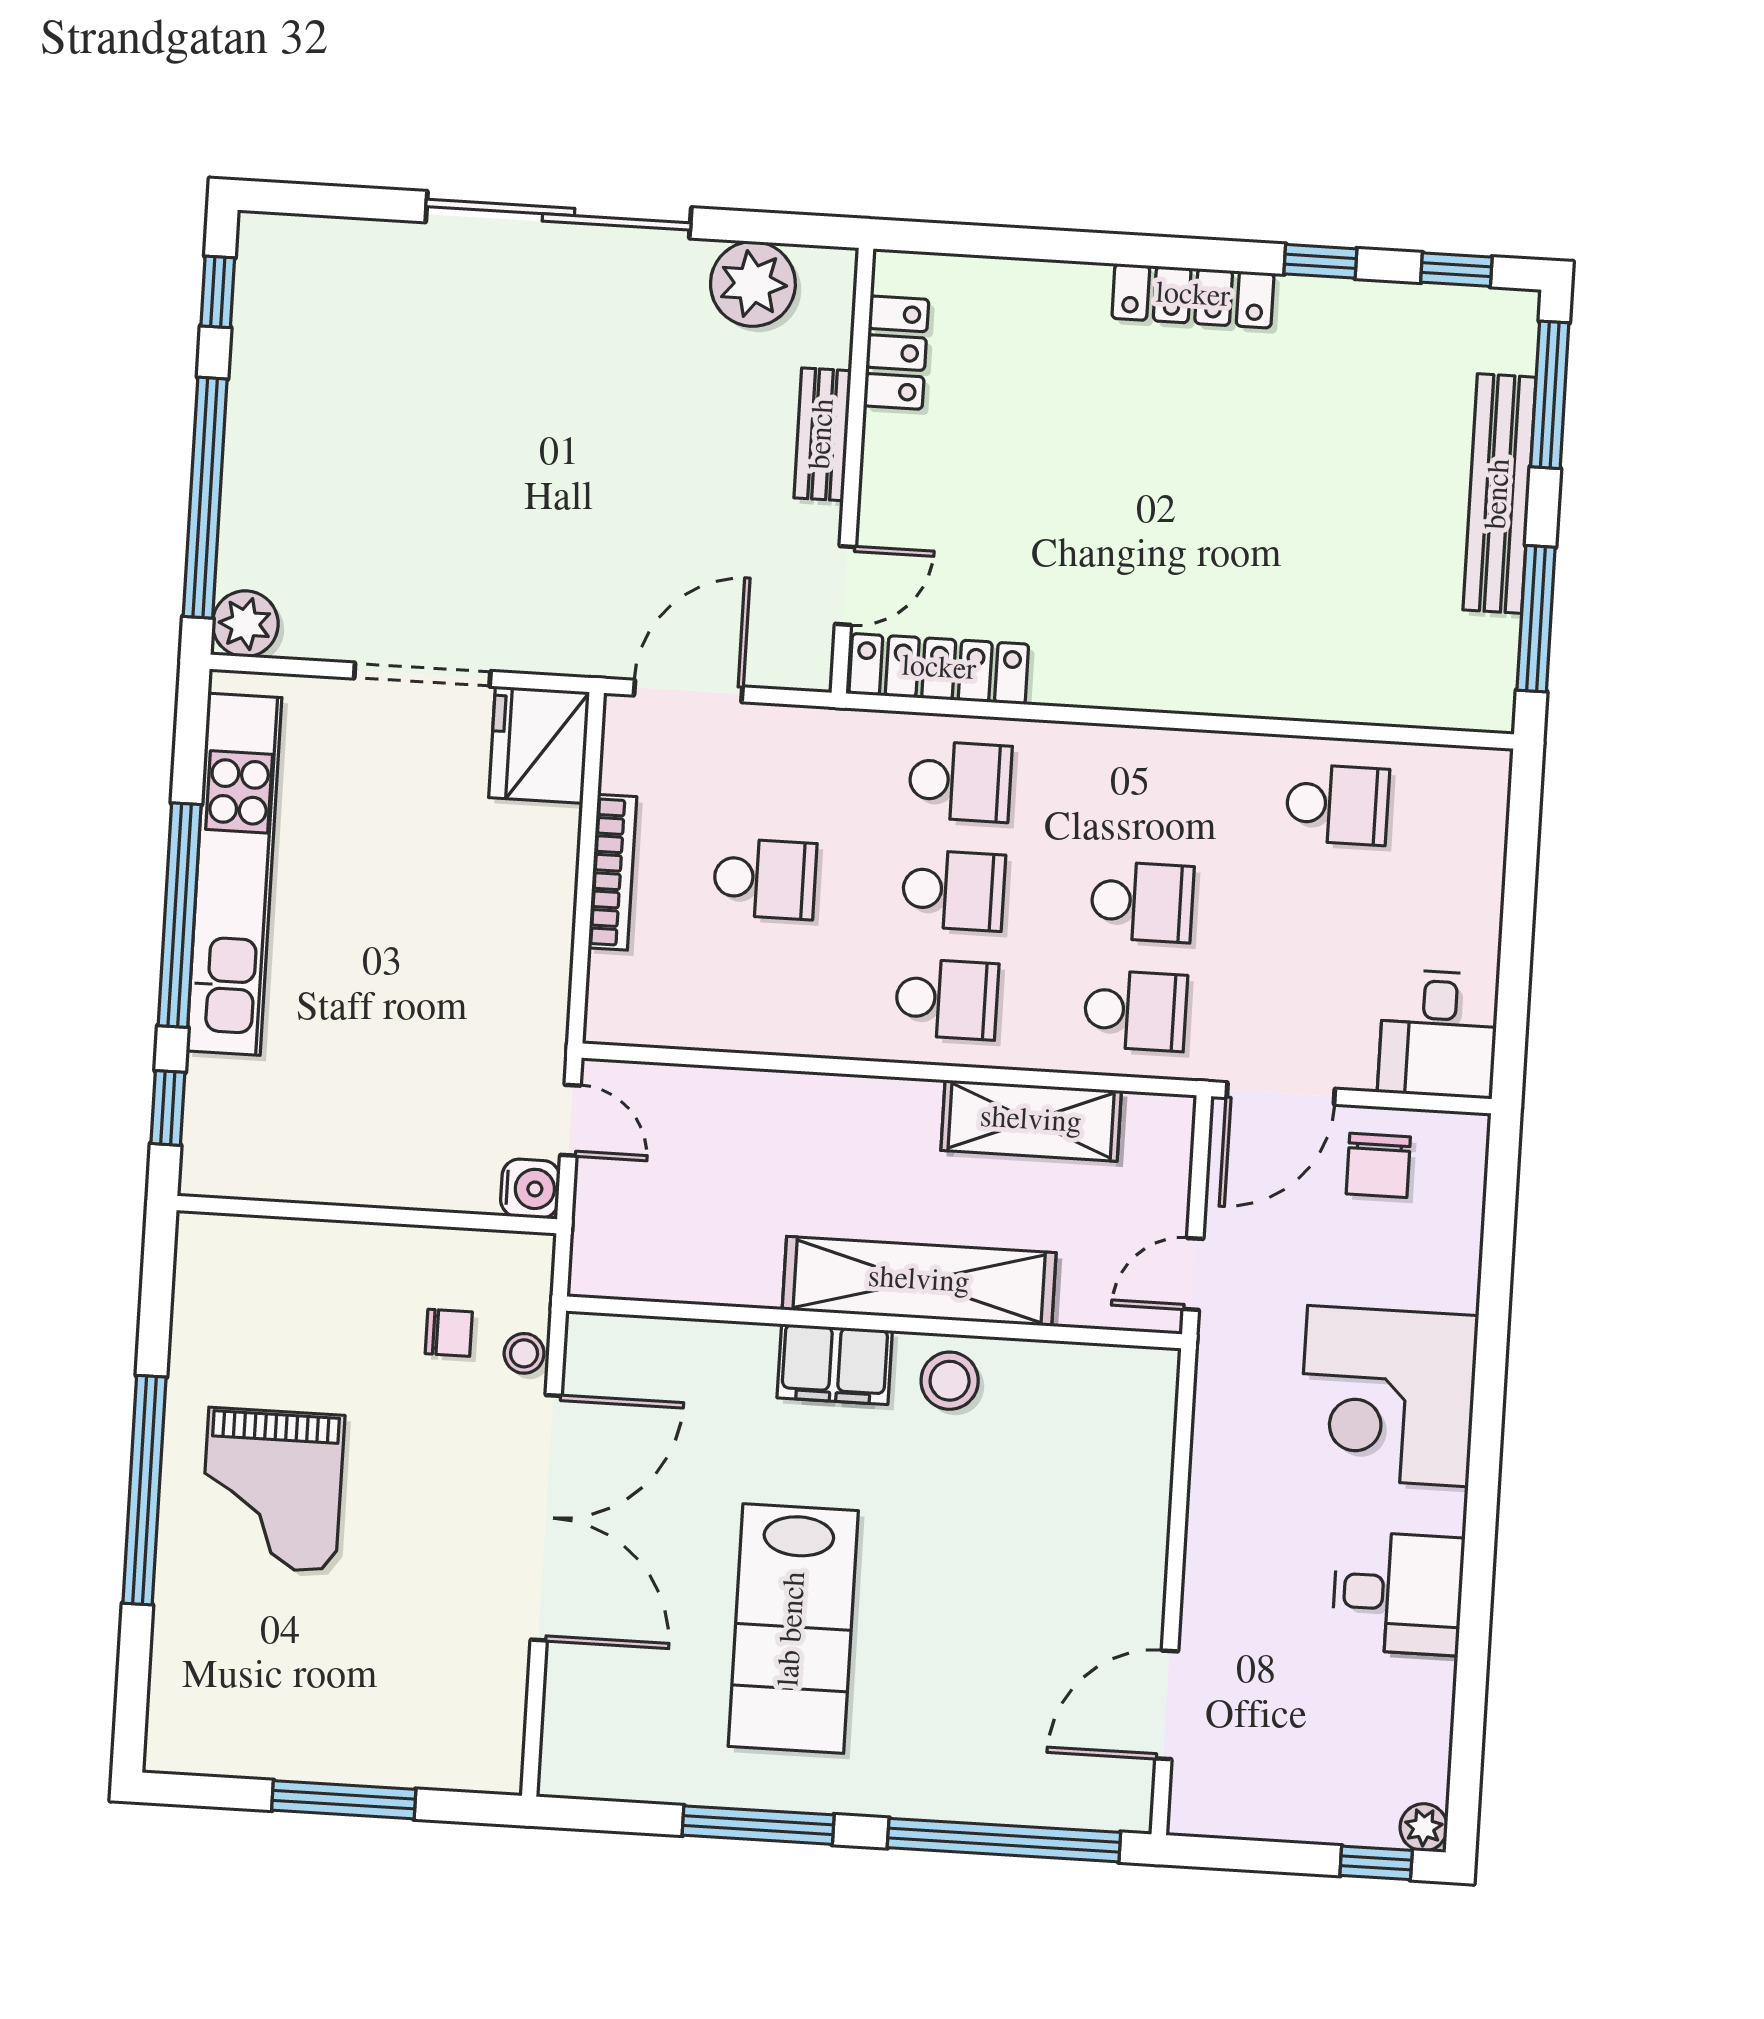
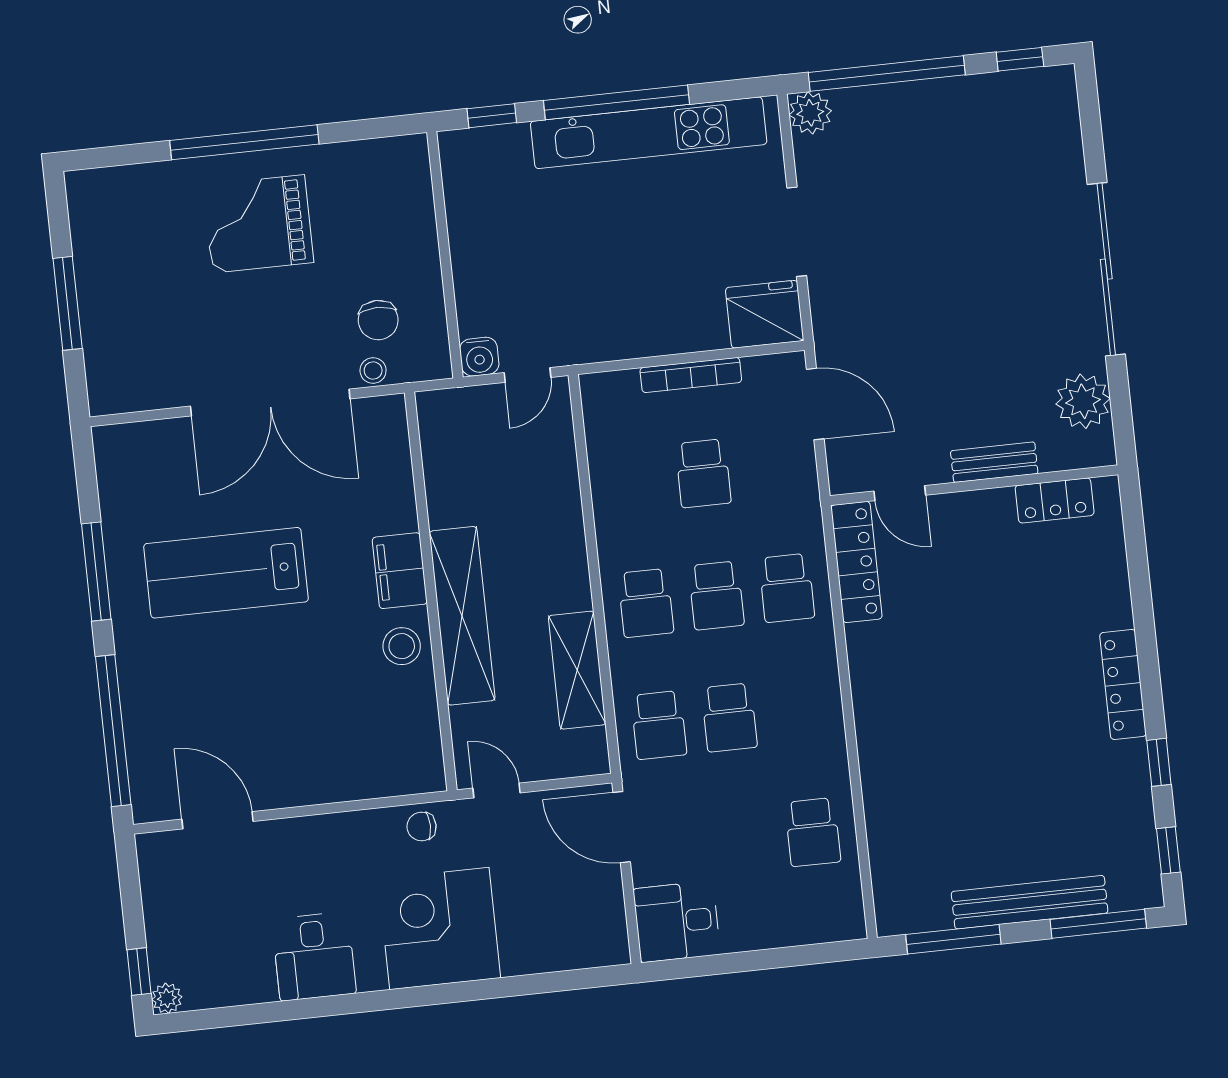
chair: (1378, 1165) -> (422, 826), moved, width x0.73, depth x0.73
chair: (449, 1333) -> (378, 320), width x1.37, depth x1.37

